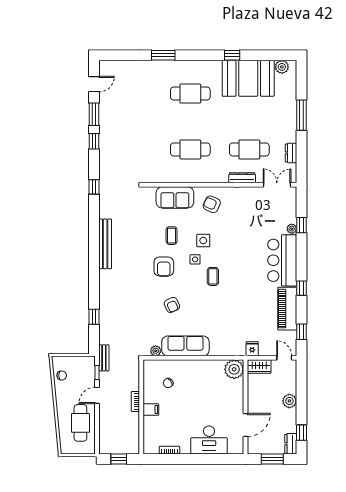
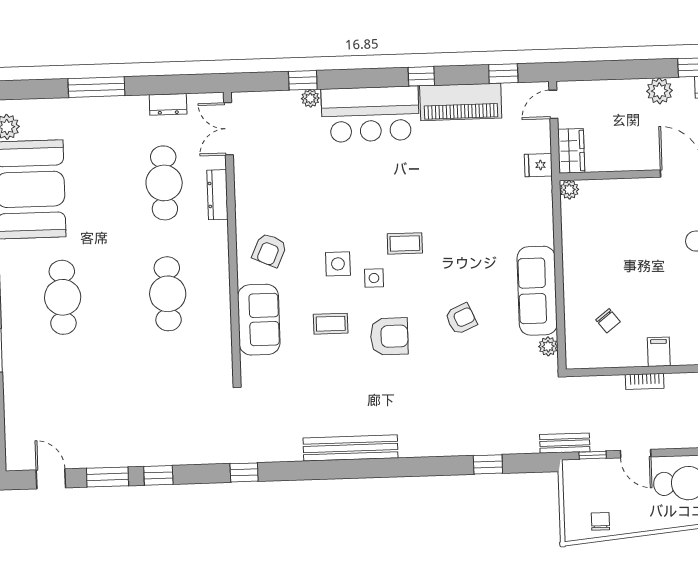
plant: (234, 369) -> (569, 190), width x0.53, depth x0.53
plant: (289, 401) -> (659, 91), moved

